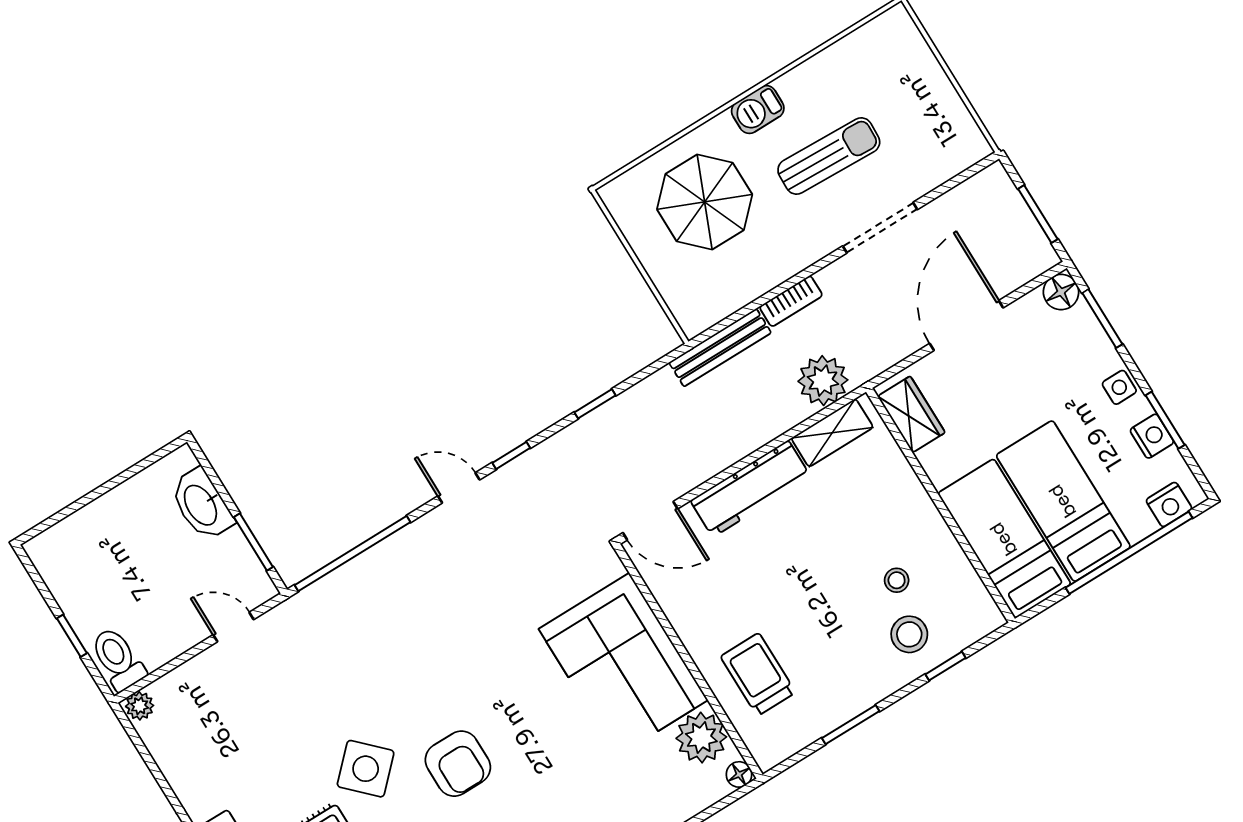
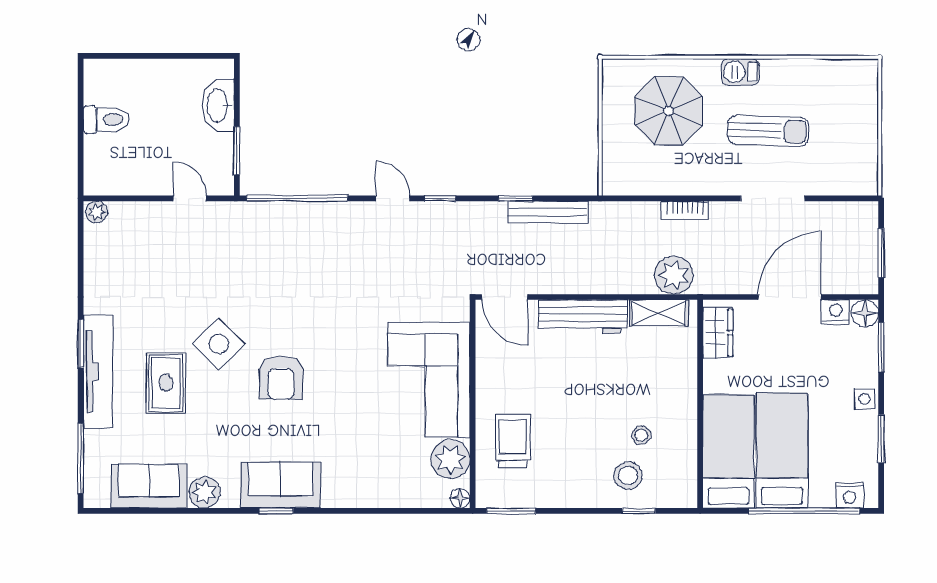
bench: (720, 348) -> (548, 212), moved
nightstand: (1152, 436) -> (836, 312), moved, turned -90
window: (72, 636) -> (81, 139), removed
toilet: (118, 659) -> (107, 120), moved, turned 90
window: (851, 725) -> (511, 511), moved

